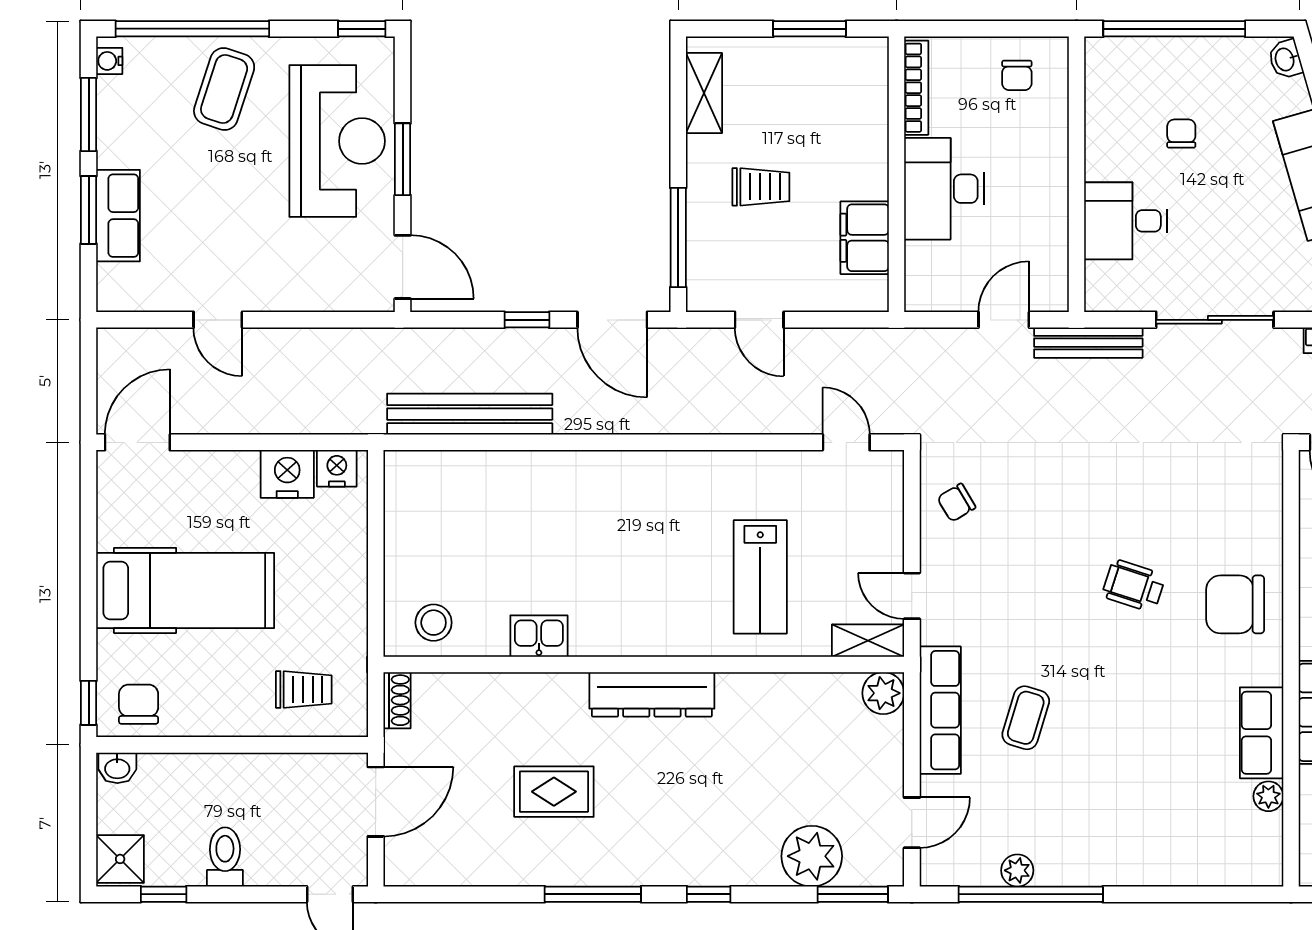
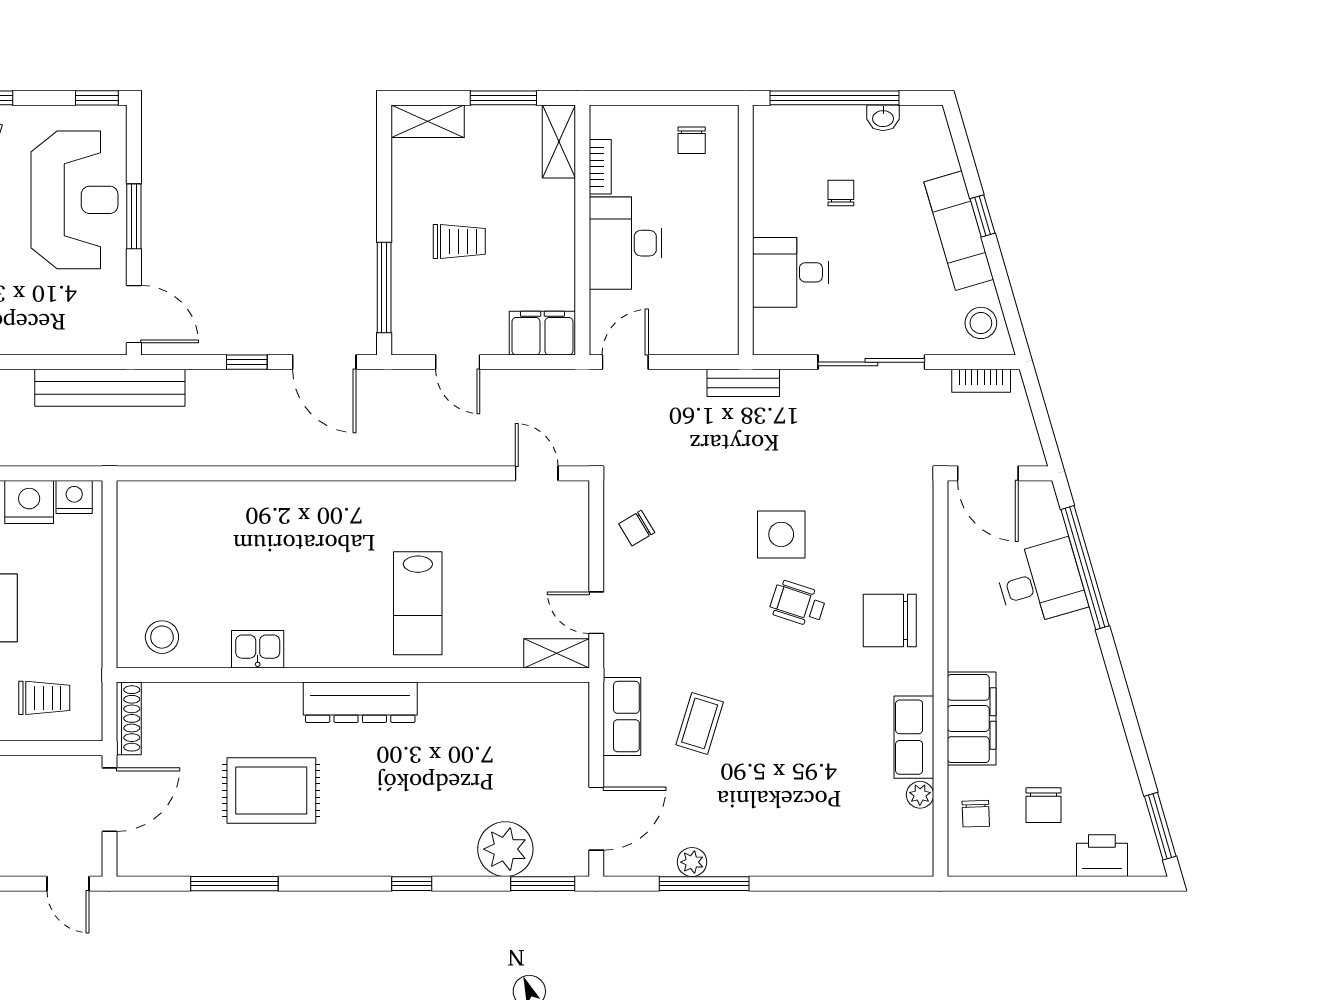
washbasin: (1285, 59) -> (883, 118), moved, turned -74
shelving: (871, 77) -> (559, 141), added
bookcase: (916, 88) -> (600, 167), width x0.64
shelving: (704, 93) -> (428, 121), moved, turned 90
filing cabinet: (865, 238) -> (542, 333), moved, turned 90
door: (1004, 320) -> (625, 362), moved
bench: (1088, 343) -> (743, 383), width x0.73
bench: (470, 414) -> (110, 388), moved
side table: (1116, 510) -> (781, 534), added
lab bench: (760, 577) -> (418, 603), moved
plant: (883, 693) -> (570, 701), removed
shoe rack: (397, 700) -> (129, 718), width x1.43
row of seats: (940, 710) -> (622, 717), width x0.68
rug: (554, 792) -> (271, 790), width x1.36, depth x1.43
door: (912, 823) -> (596, 819), width x1.38
window: (593, 894) -> (234, 884), moved
window: (1031, 894) -> (704, 884), width x0.68

